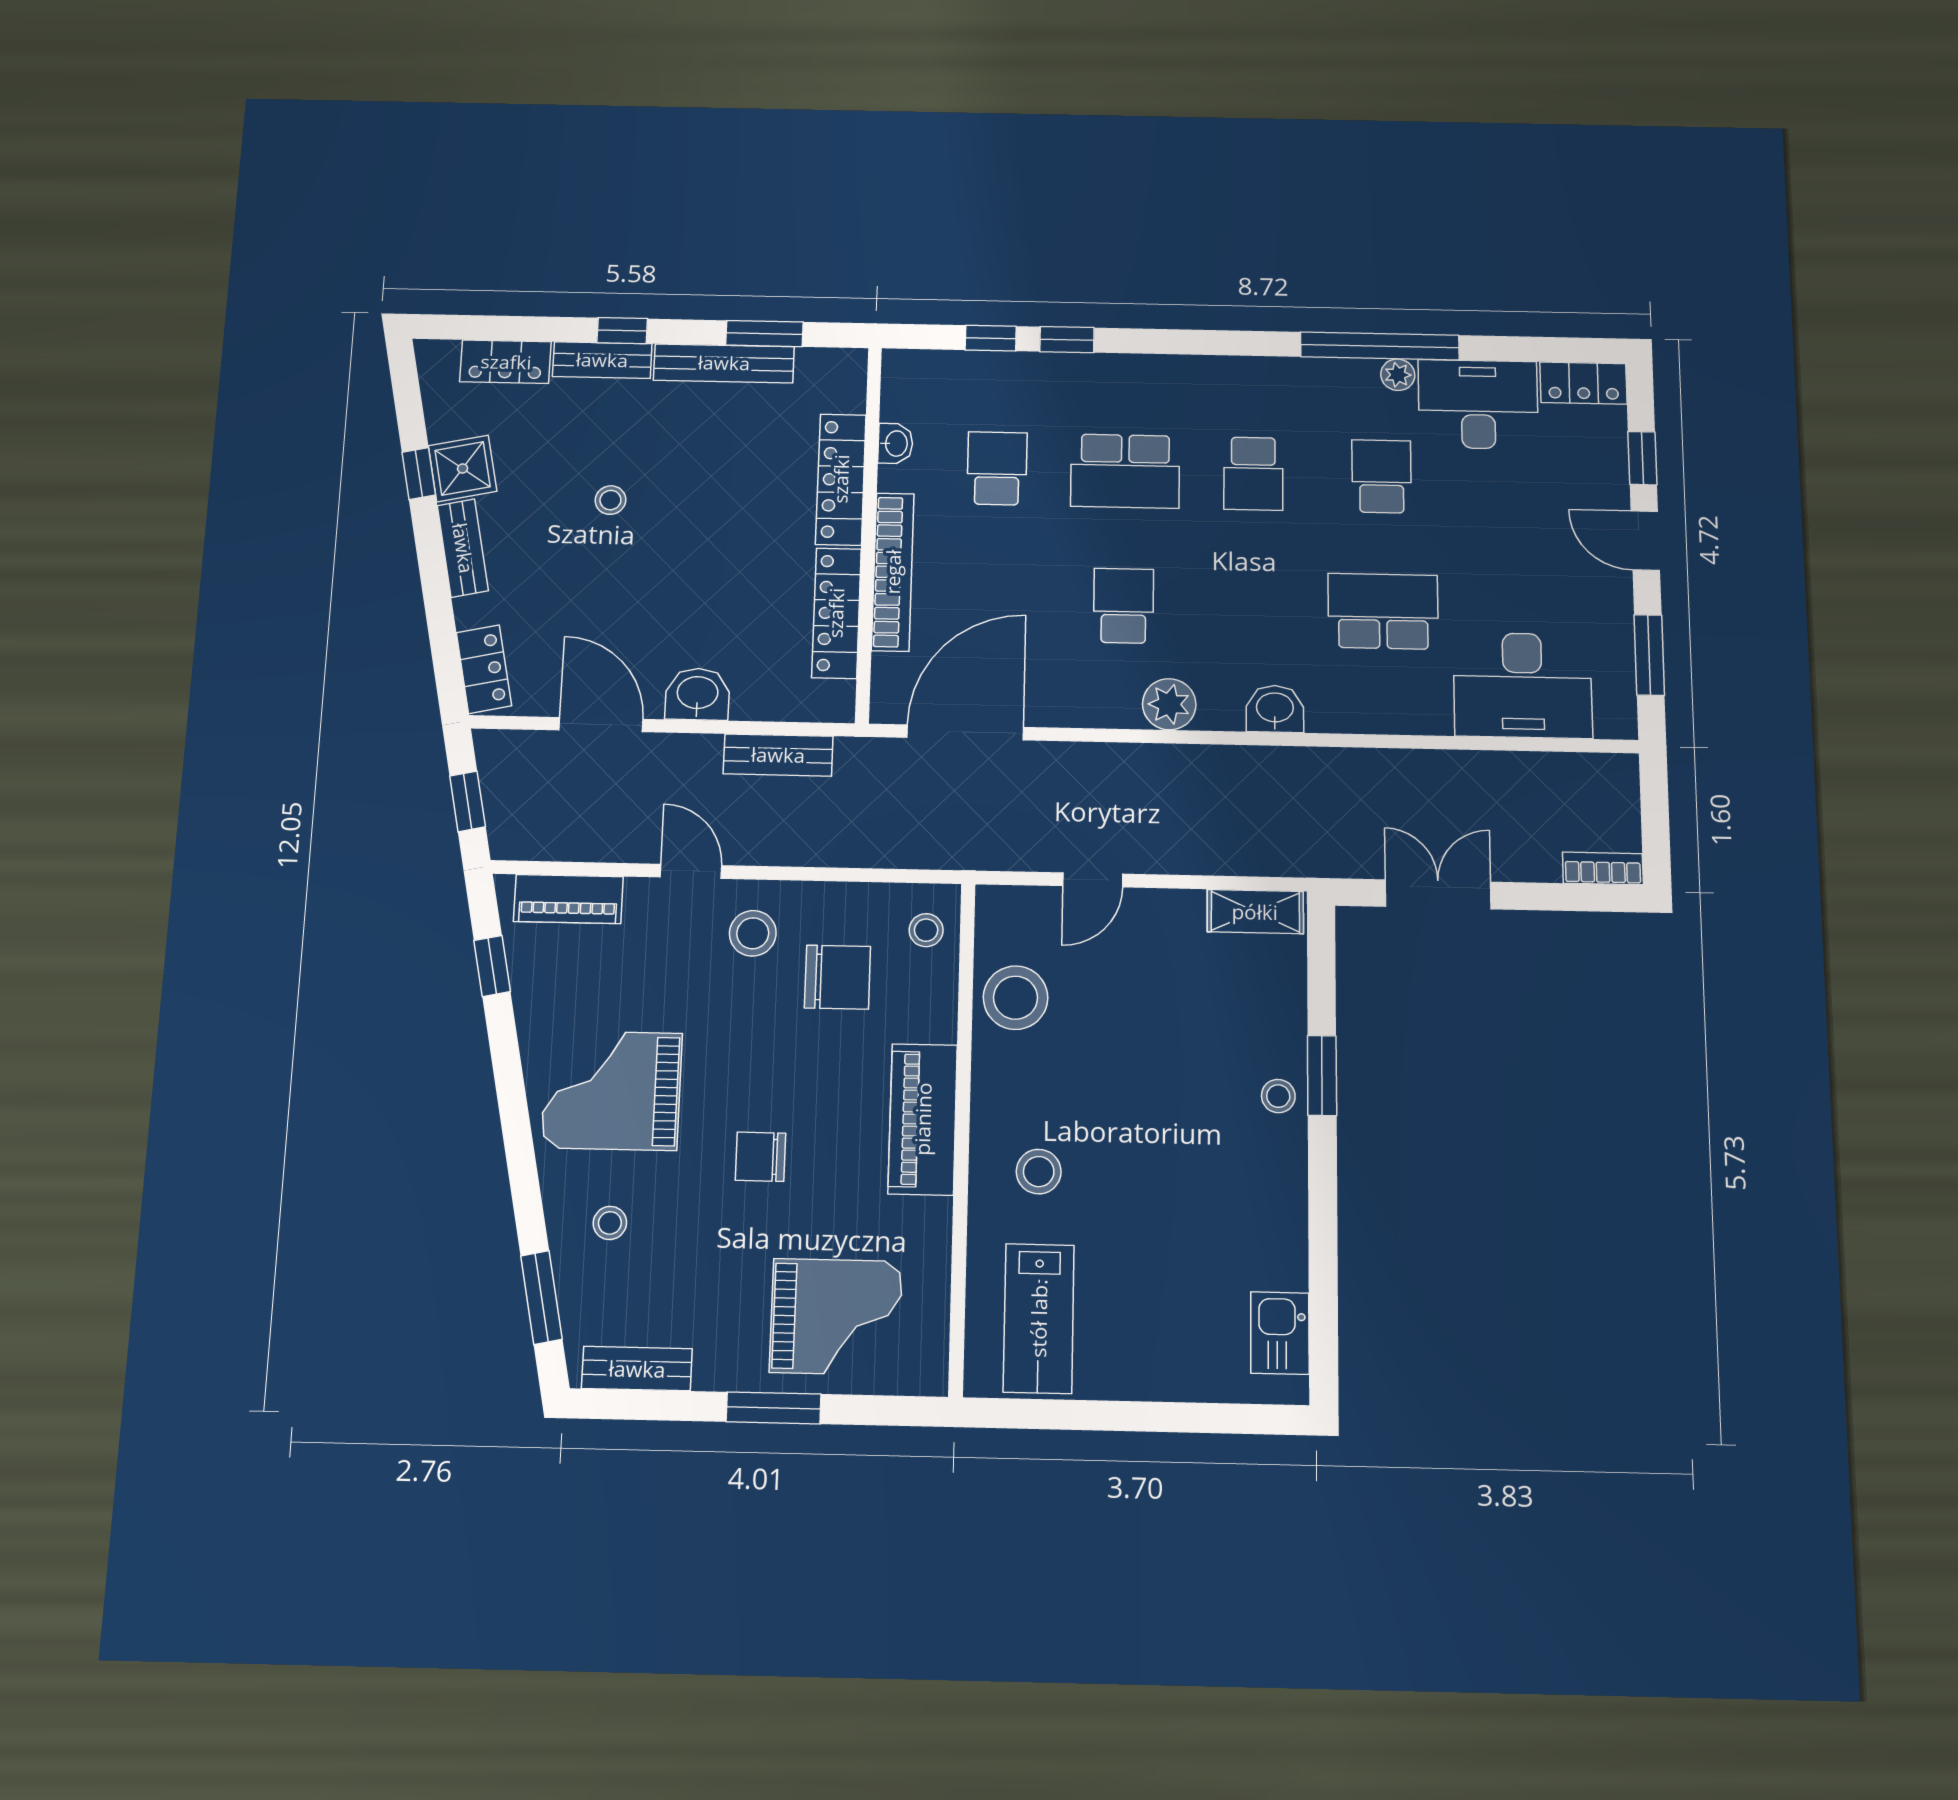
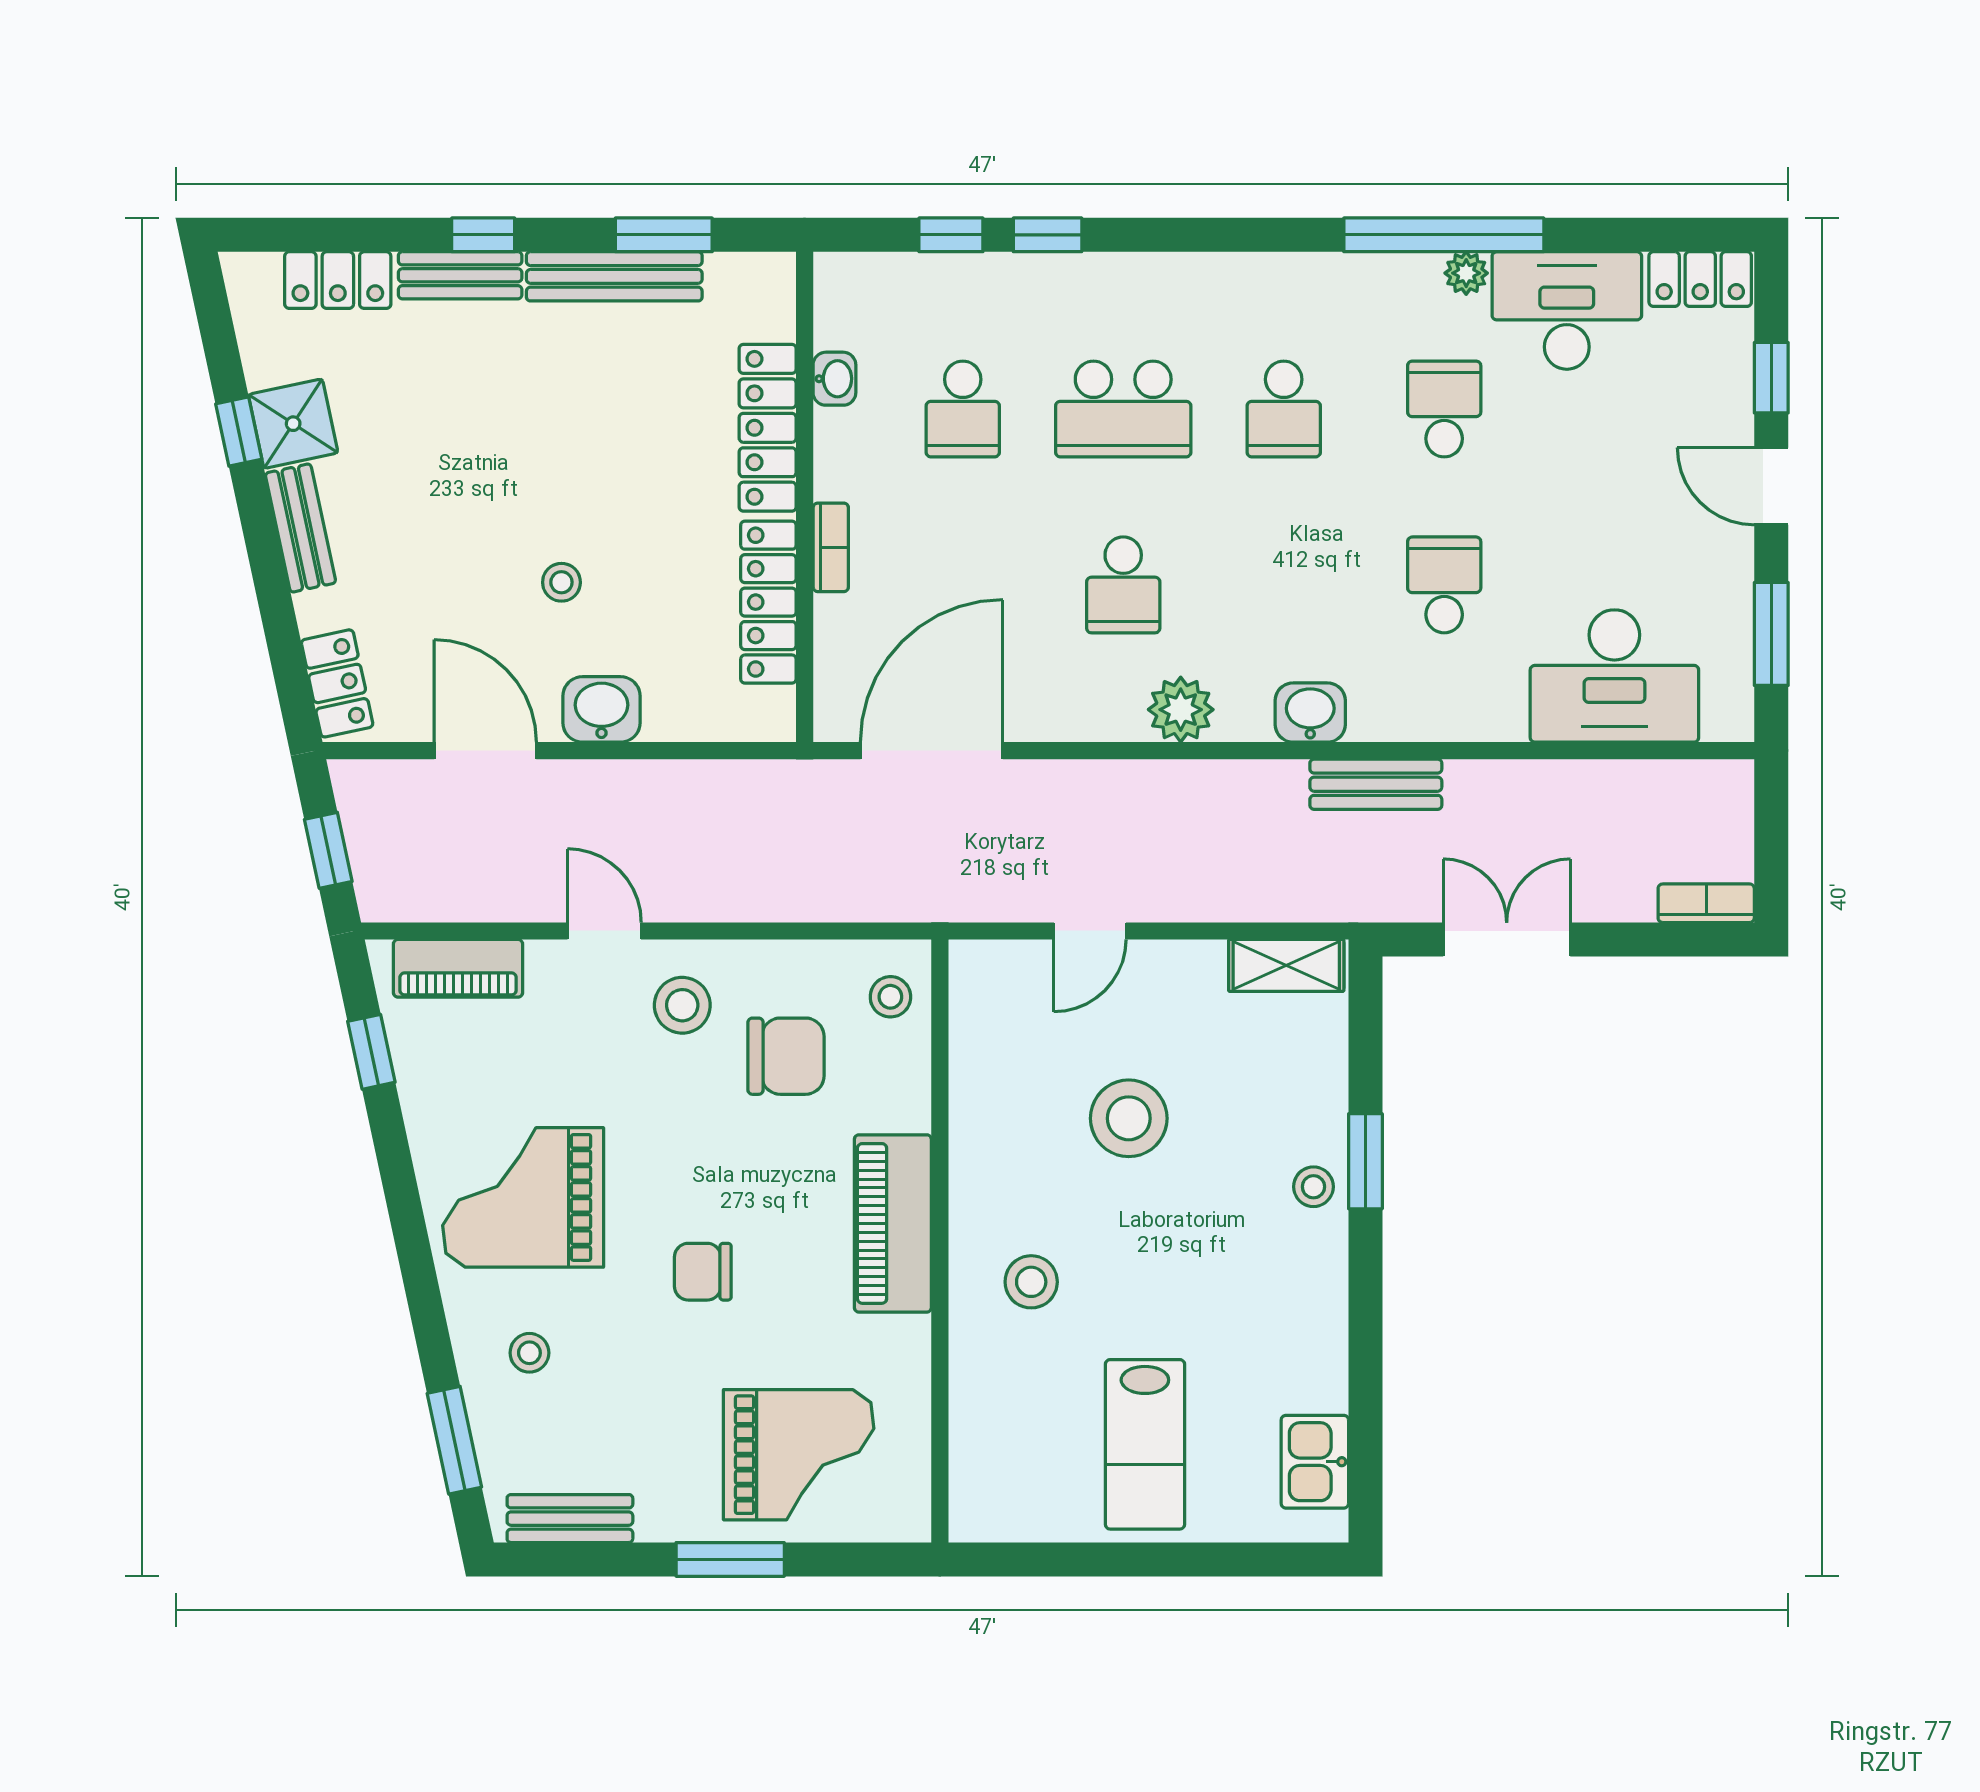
school desk: (997, 468) -> (963, 409), turned 180
stool: (610, 500) -> (561, 582), moved
bookcase: (893, 572) -> (831, 547), width x0.43, depth x0.76
school desk: (1124, 606) -> (1123, 585), turned 180
school desk: (1383, 611) -> (1444, 585), width x0.54
bench: (778, 755) -> (1376, 784), moved
stool: (1016, 998) -> (1129, 1118), moved
lab bench: (1039, 1318) -> (1145, 1444), moved

